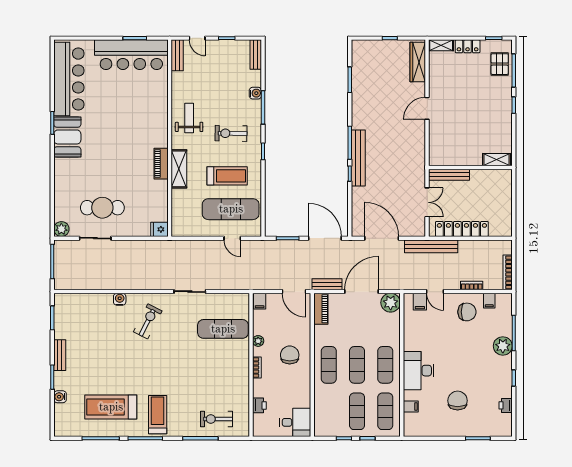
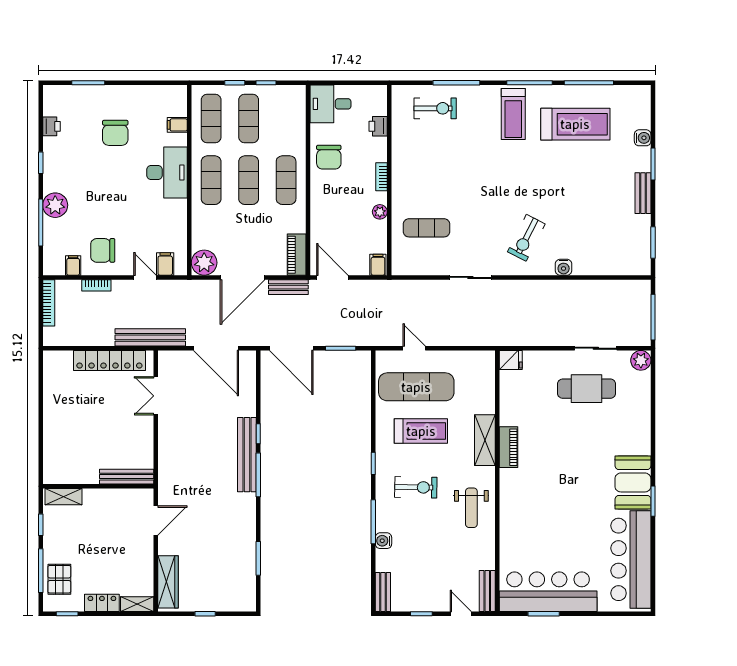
shelving: (497, 160) -> (64, 497), moved
wall: (470, 167) -> (98, 486), moved
bench: (449, 175) -> (127, 477), moved
treadmill: (227, 176) -> (421, 431), turned 180
exercise mat: (223, 329) -> (426, 228), width x0.73, depth x0.69
chair: (290, 355) -> (329, 157), moved

